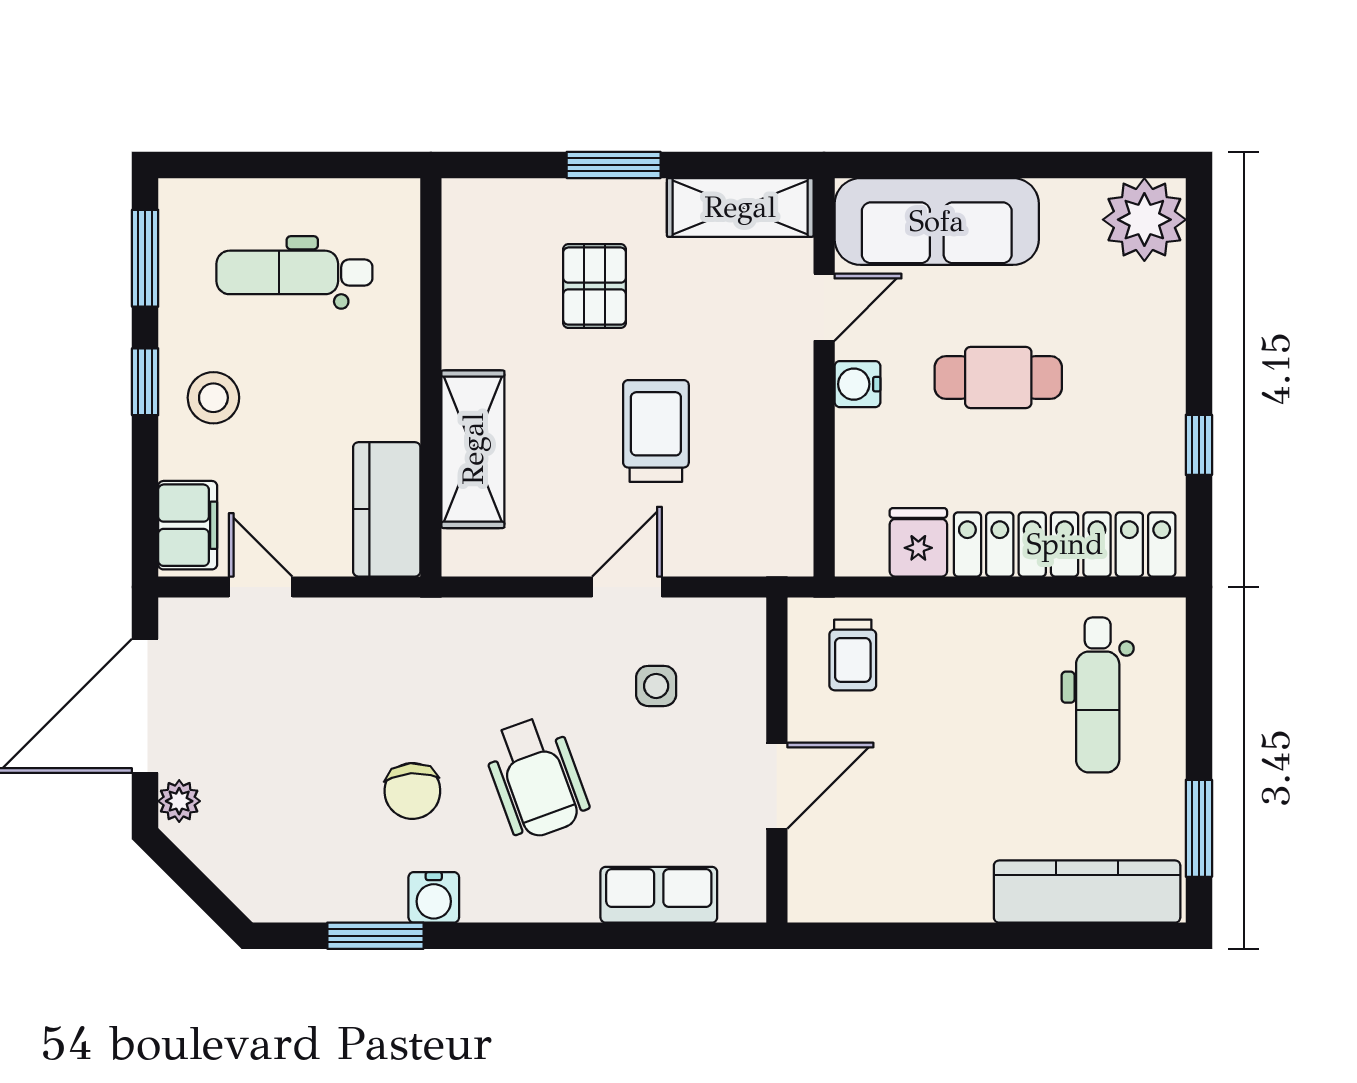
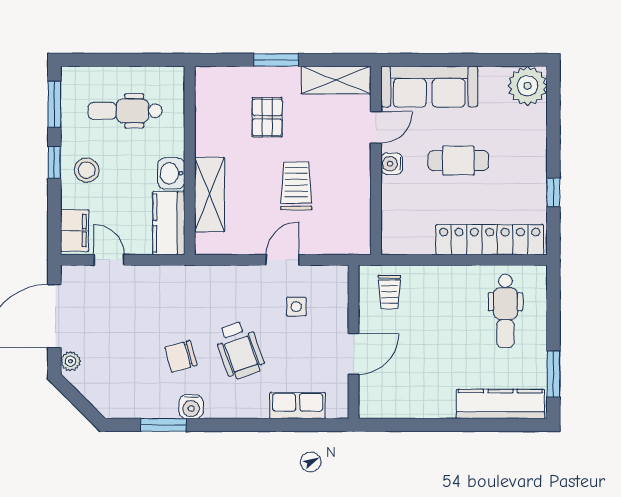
washbasin: (392, 404) -> (171, 173), added
fridge: (918, 542) -> (421, 239), removed
chair: (412, 791) -> (181, 356), turned 78

